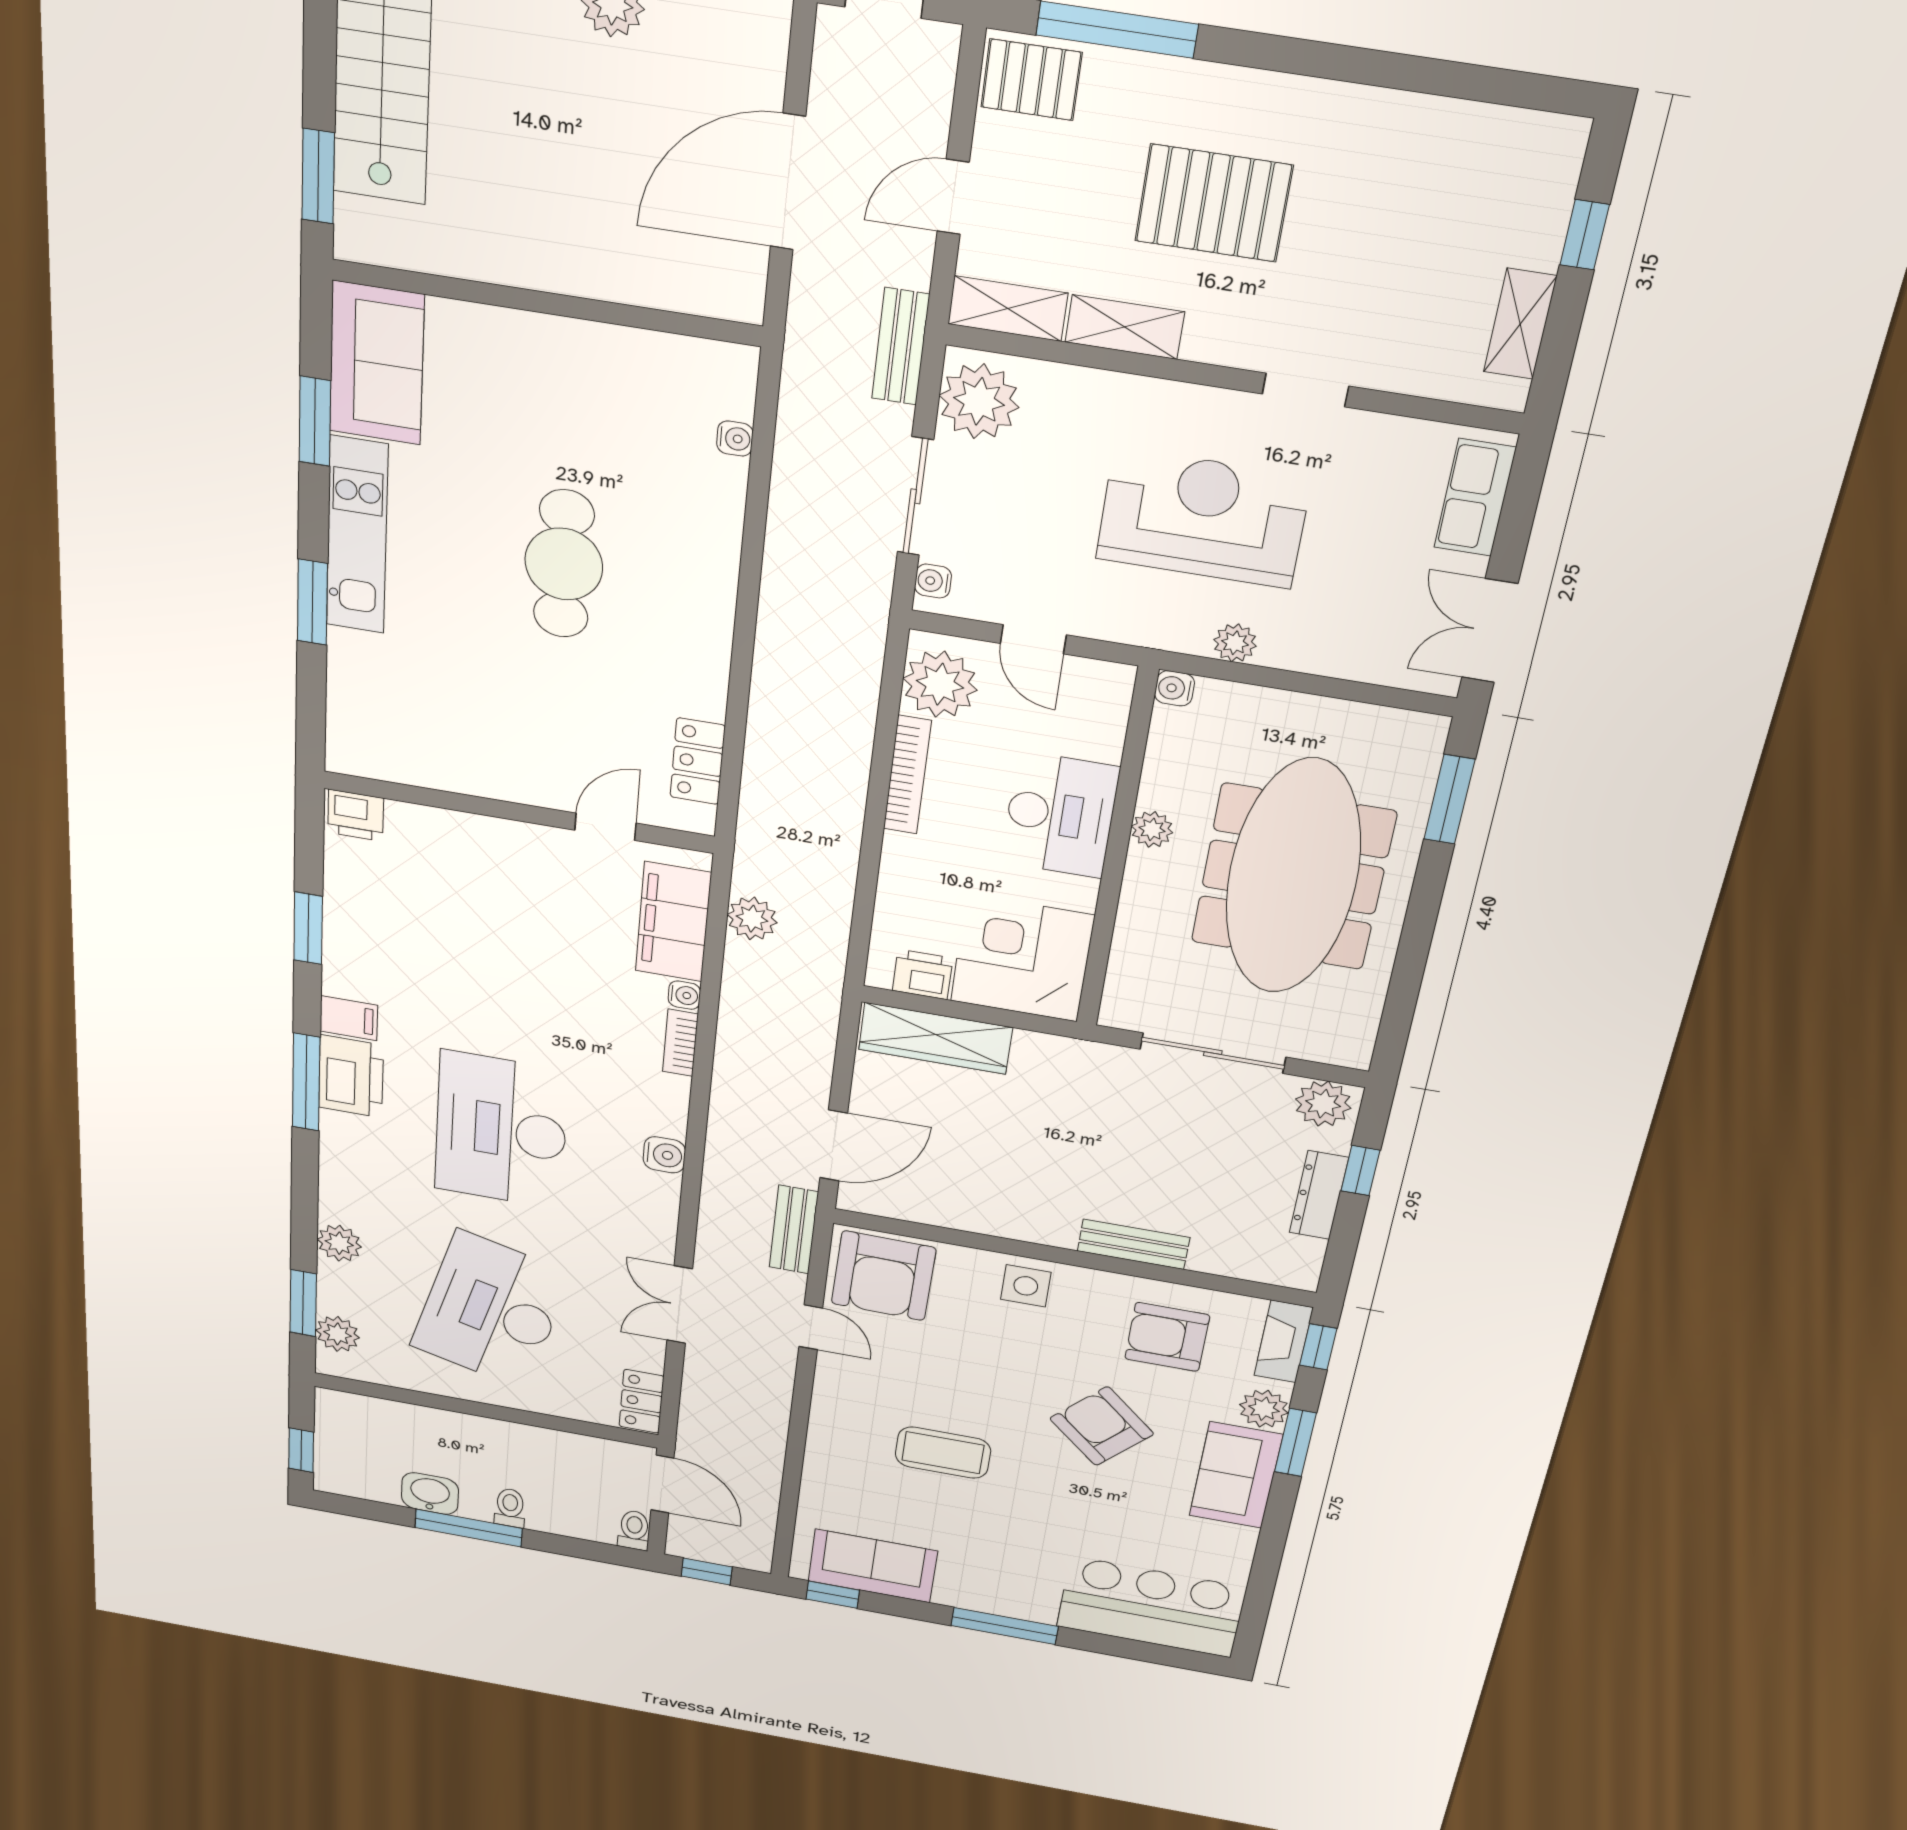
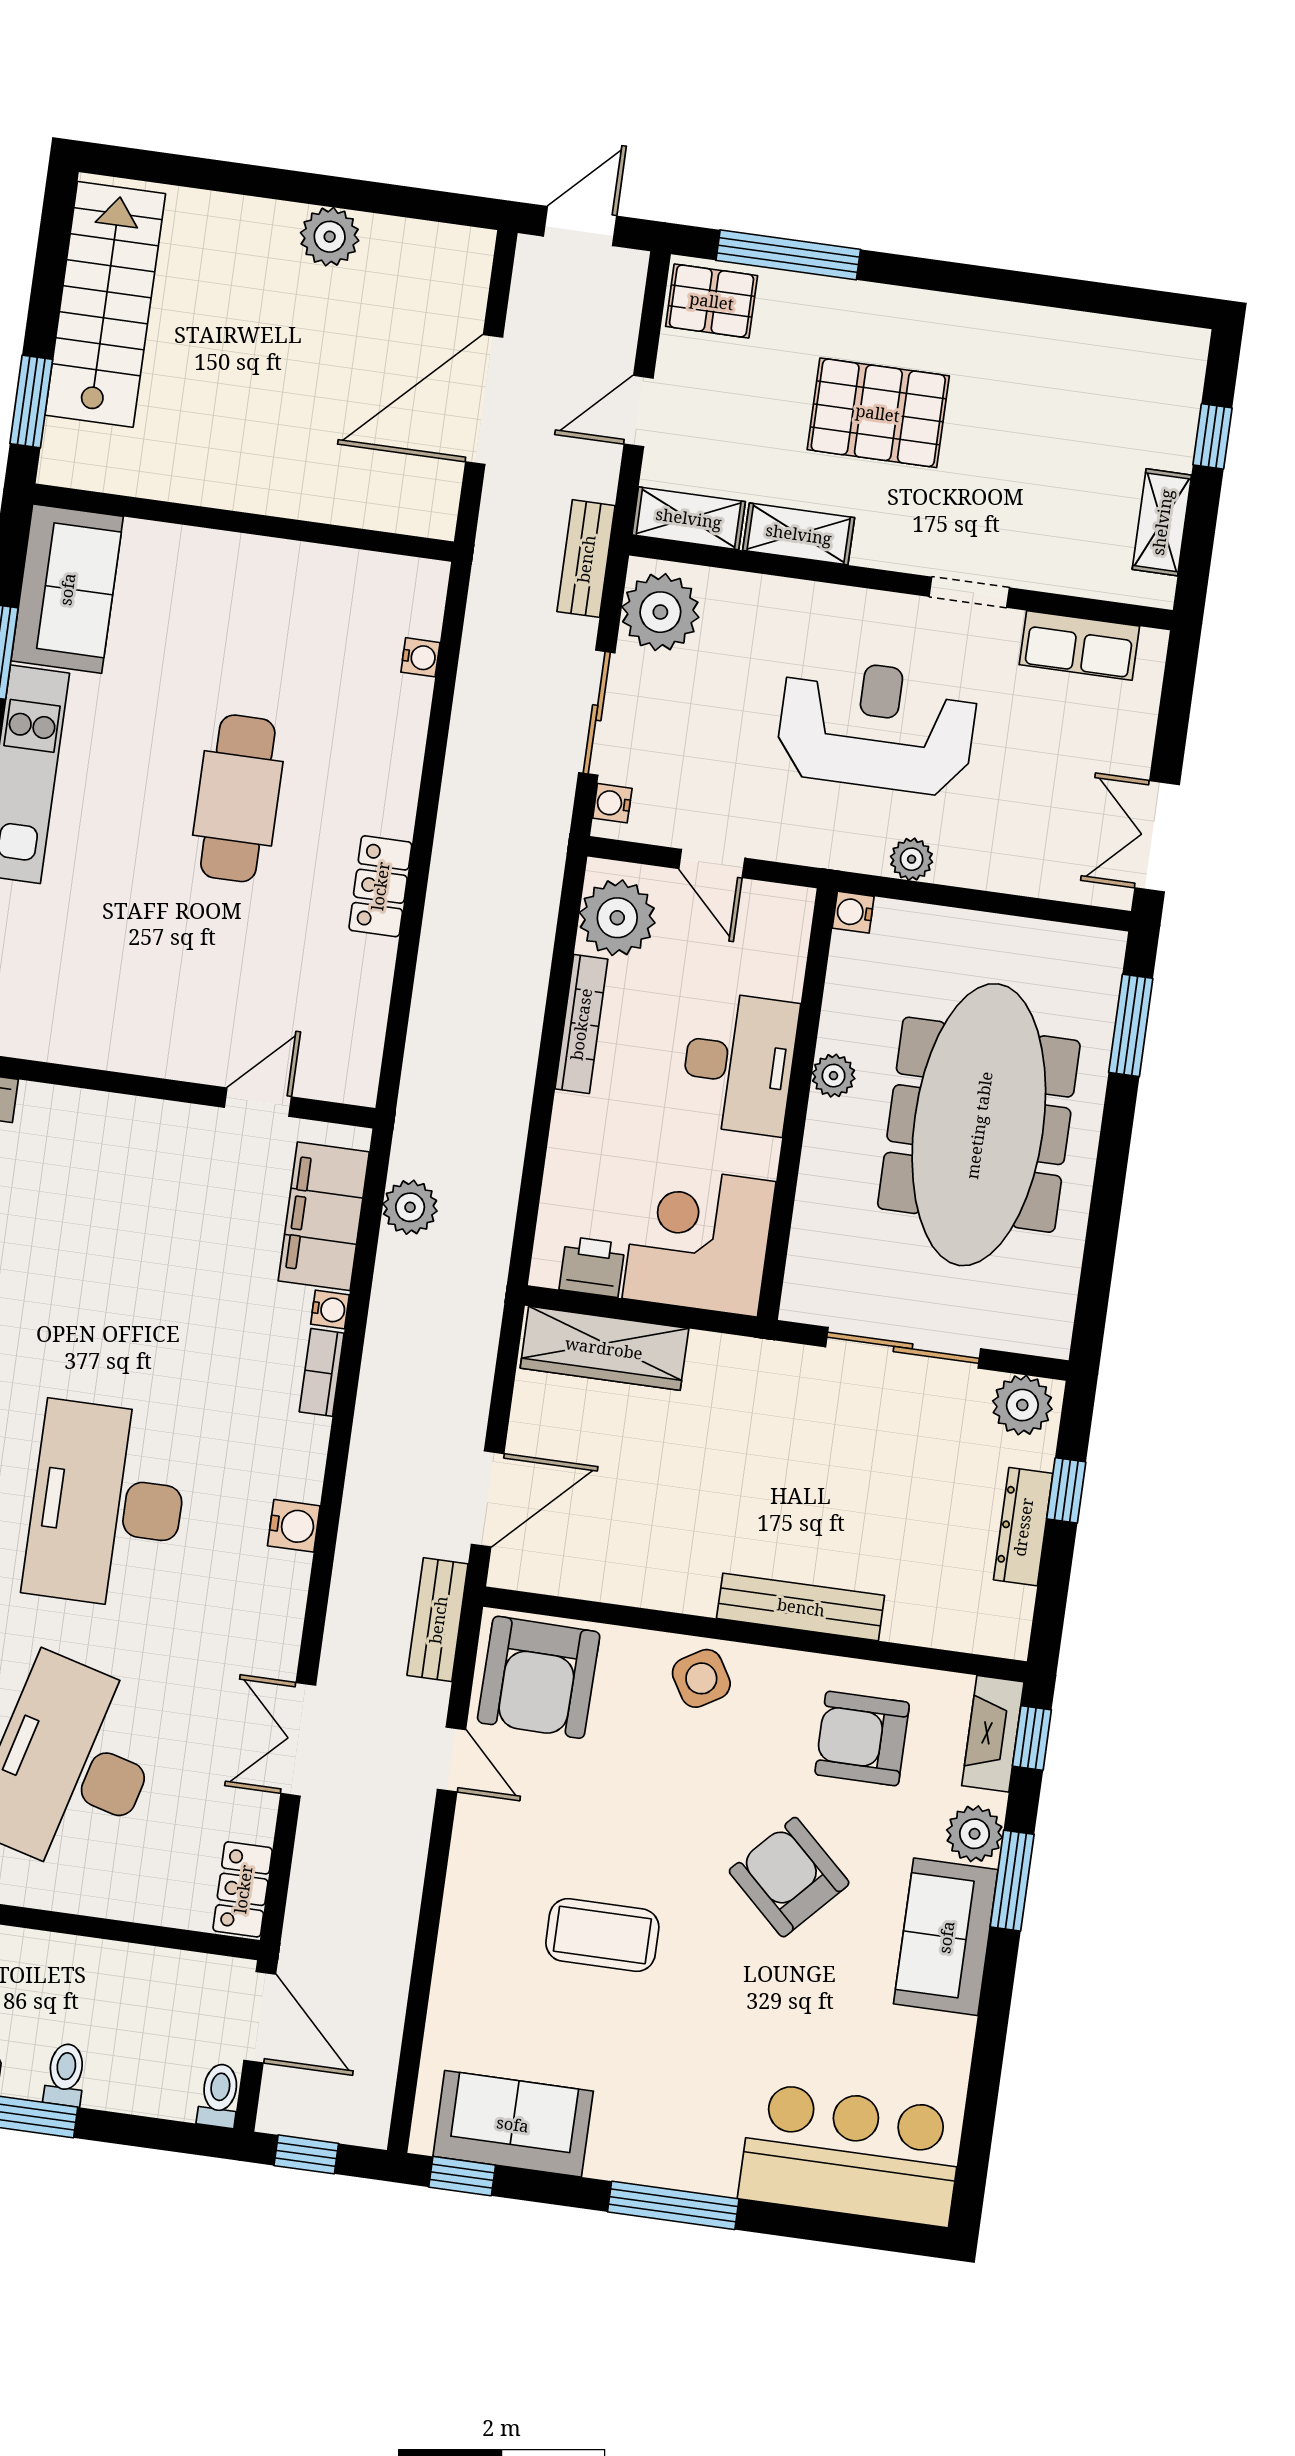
row of seats: (1475, 498) -> (1079, 645), moved, turned -90
locker: (698, 761) -> (380, 886), moved
bench: (1134, 1244) -> (801, 1607), width x1.36
side table: (1026, 1286) -> (701, 1678), turned -31

